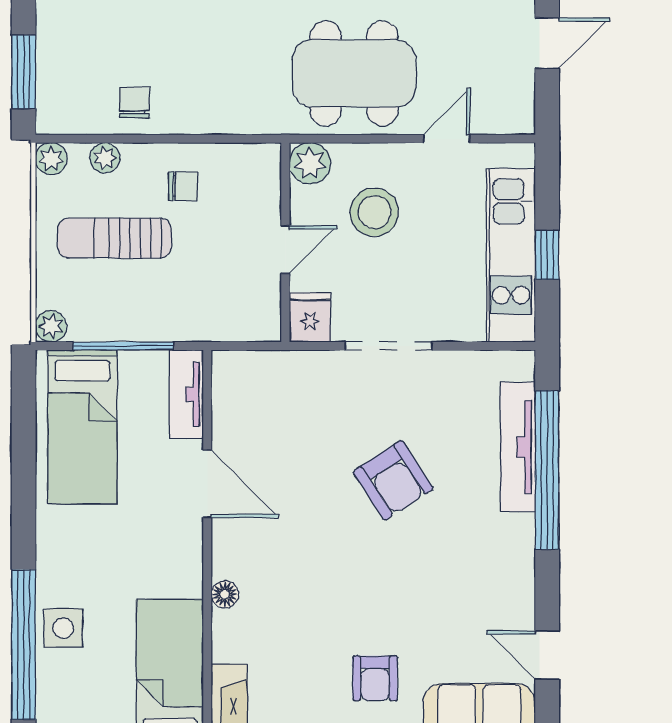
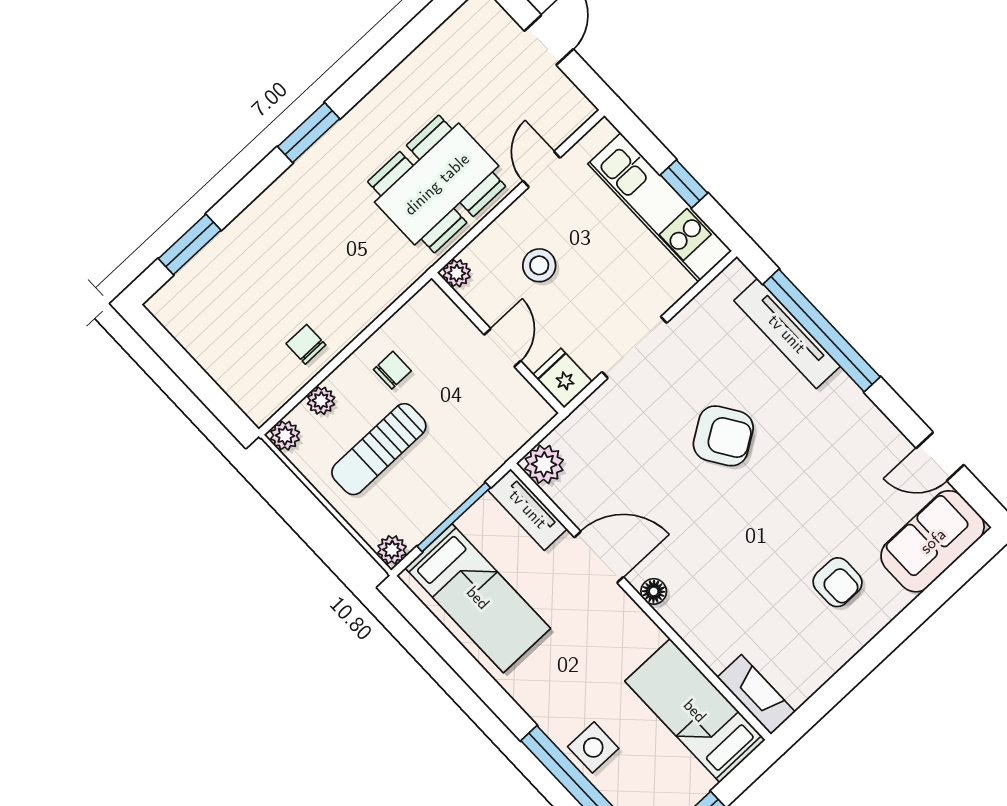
window: (24, 72) -> (211, 394), removed
plant: (310, 163) -> (457, 273), width x0.73, depth x0.73
stool: (374, 212) -> (539, 265), width x0.73, depth x0.73
plant: (232, 371) -> (544, 464), added
floor lamp: (225, 594) -> (654, 591), moved

